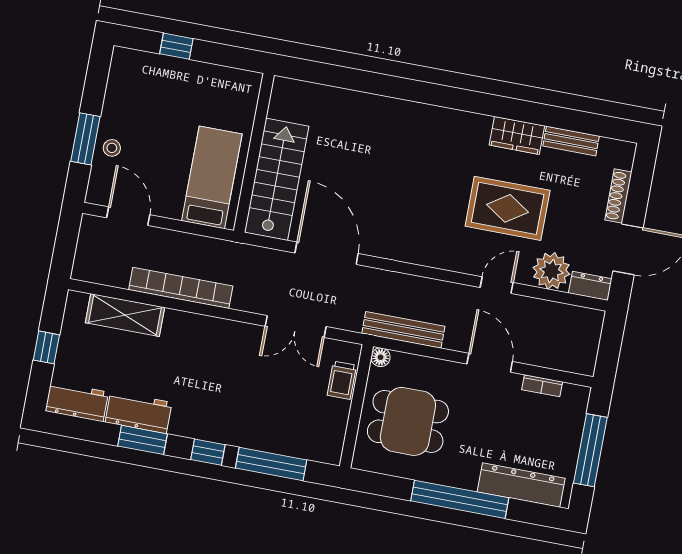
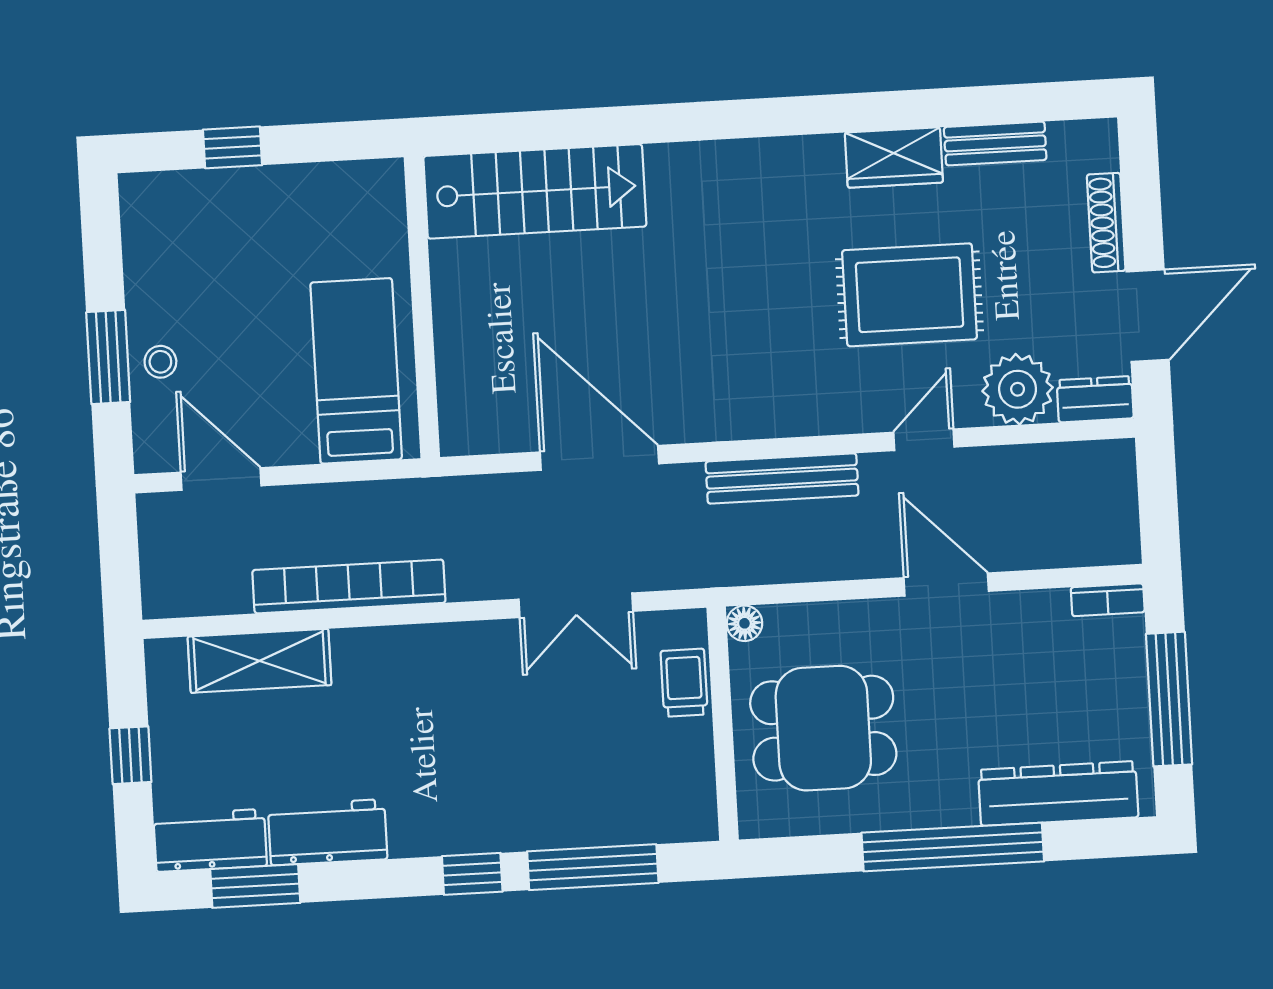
stairs: (277, 179) -> (535, 191), moved, turned 90
bench: (403, 330) -> (782, 479), moved
trolley: (342, 380) -> (684, 683), turned 180
bookcase: (542, 386) -> (1108, 600), moved
window: (143, 440) -> (255, 886), moved

